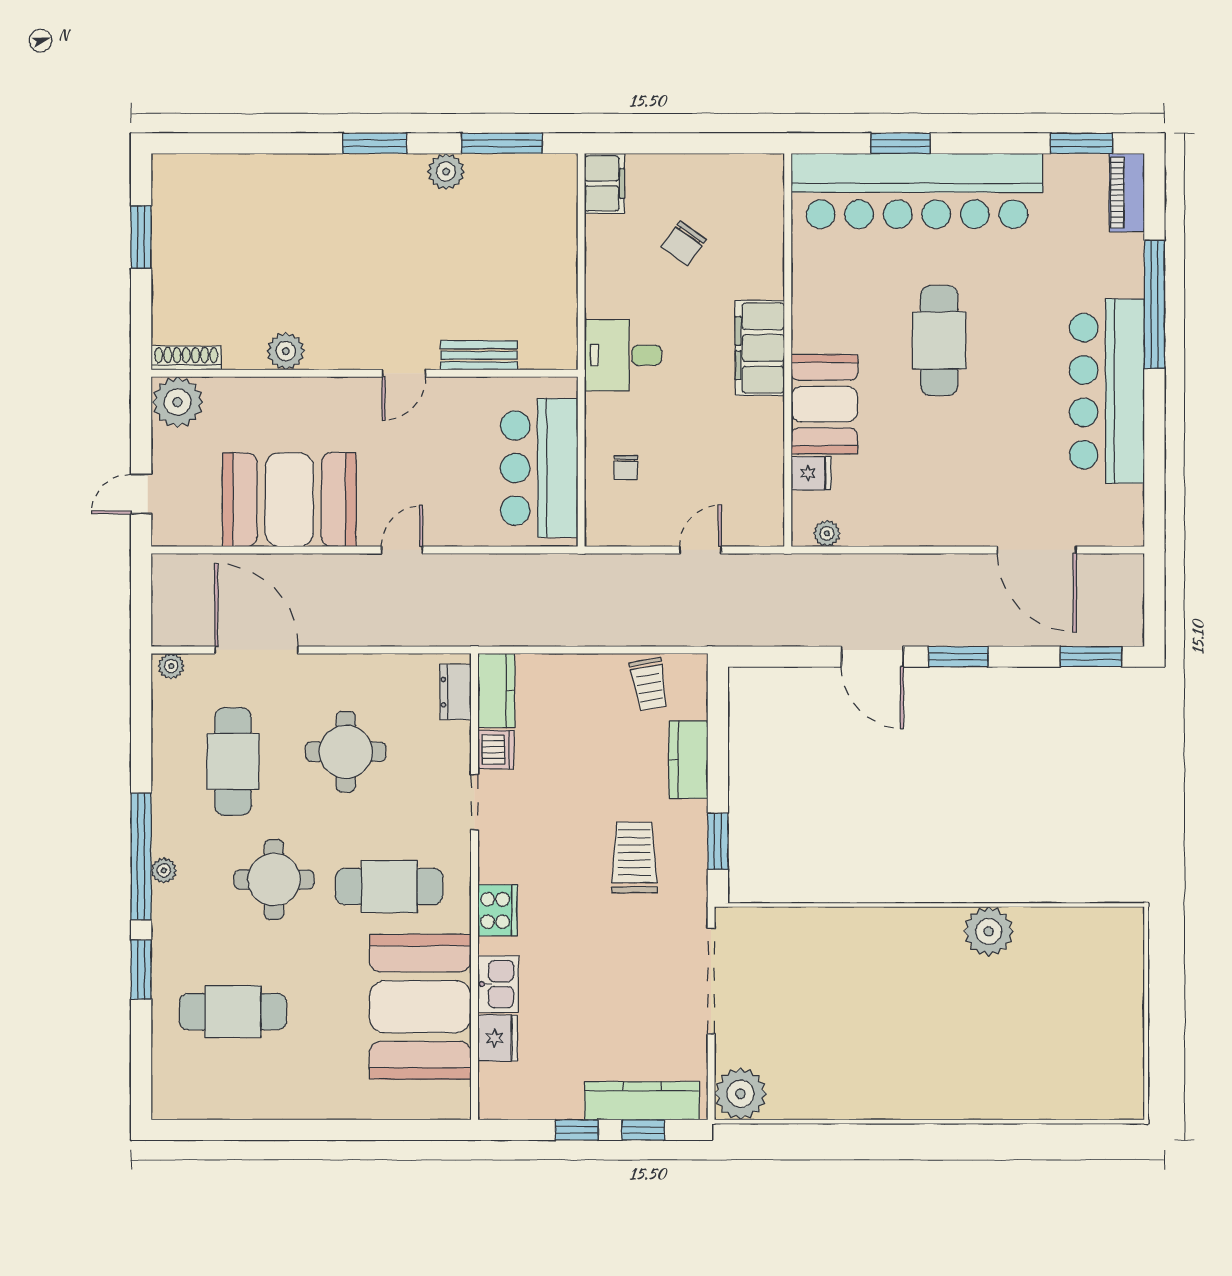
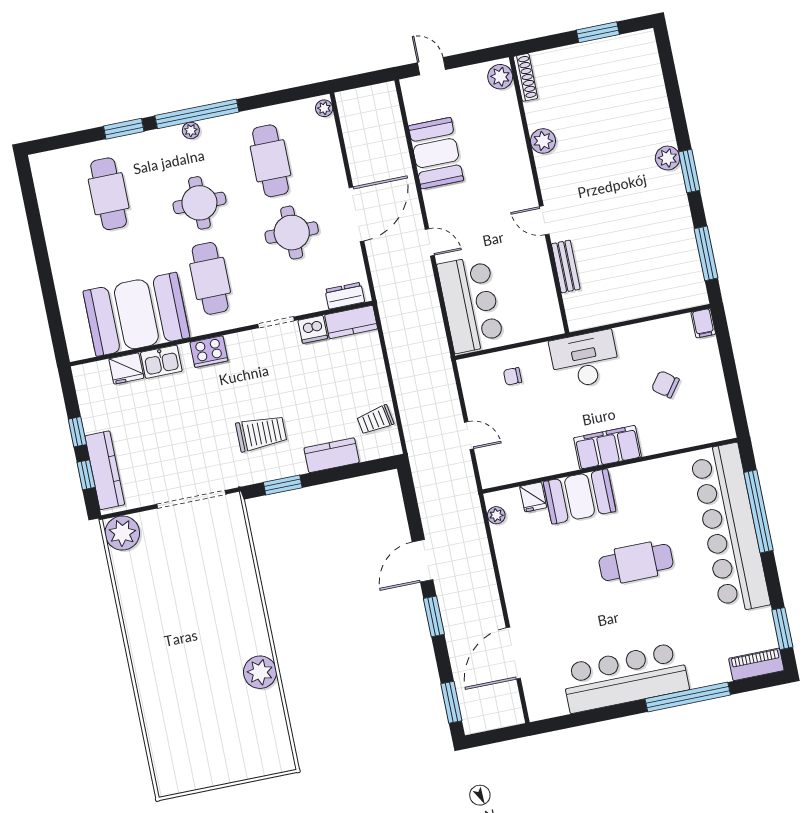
window: (900, 143) -> (758, 511), width x2.11
plant: (446, 172) -> (668, 158), moved
filing cabinet: (605, 183) -> (703, 323), width x0.50
desk: (623, 355) -> (585, 360), width x1.37
plant: (178, 402) -> (500, 77), width x0.73, depth x0.73
bar counter: (539, 468) -> (470, 304), moved, turned 90
booth: (289, 500) -> (436, 153), width x0.73, depth x0.70
door: (256, 650) -> (357, 214), moved
cafe table: (233, 762) -> (270, 161), turned 90

